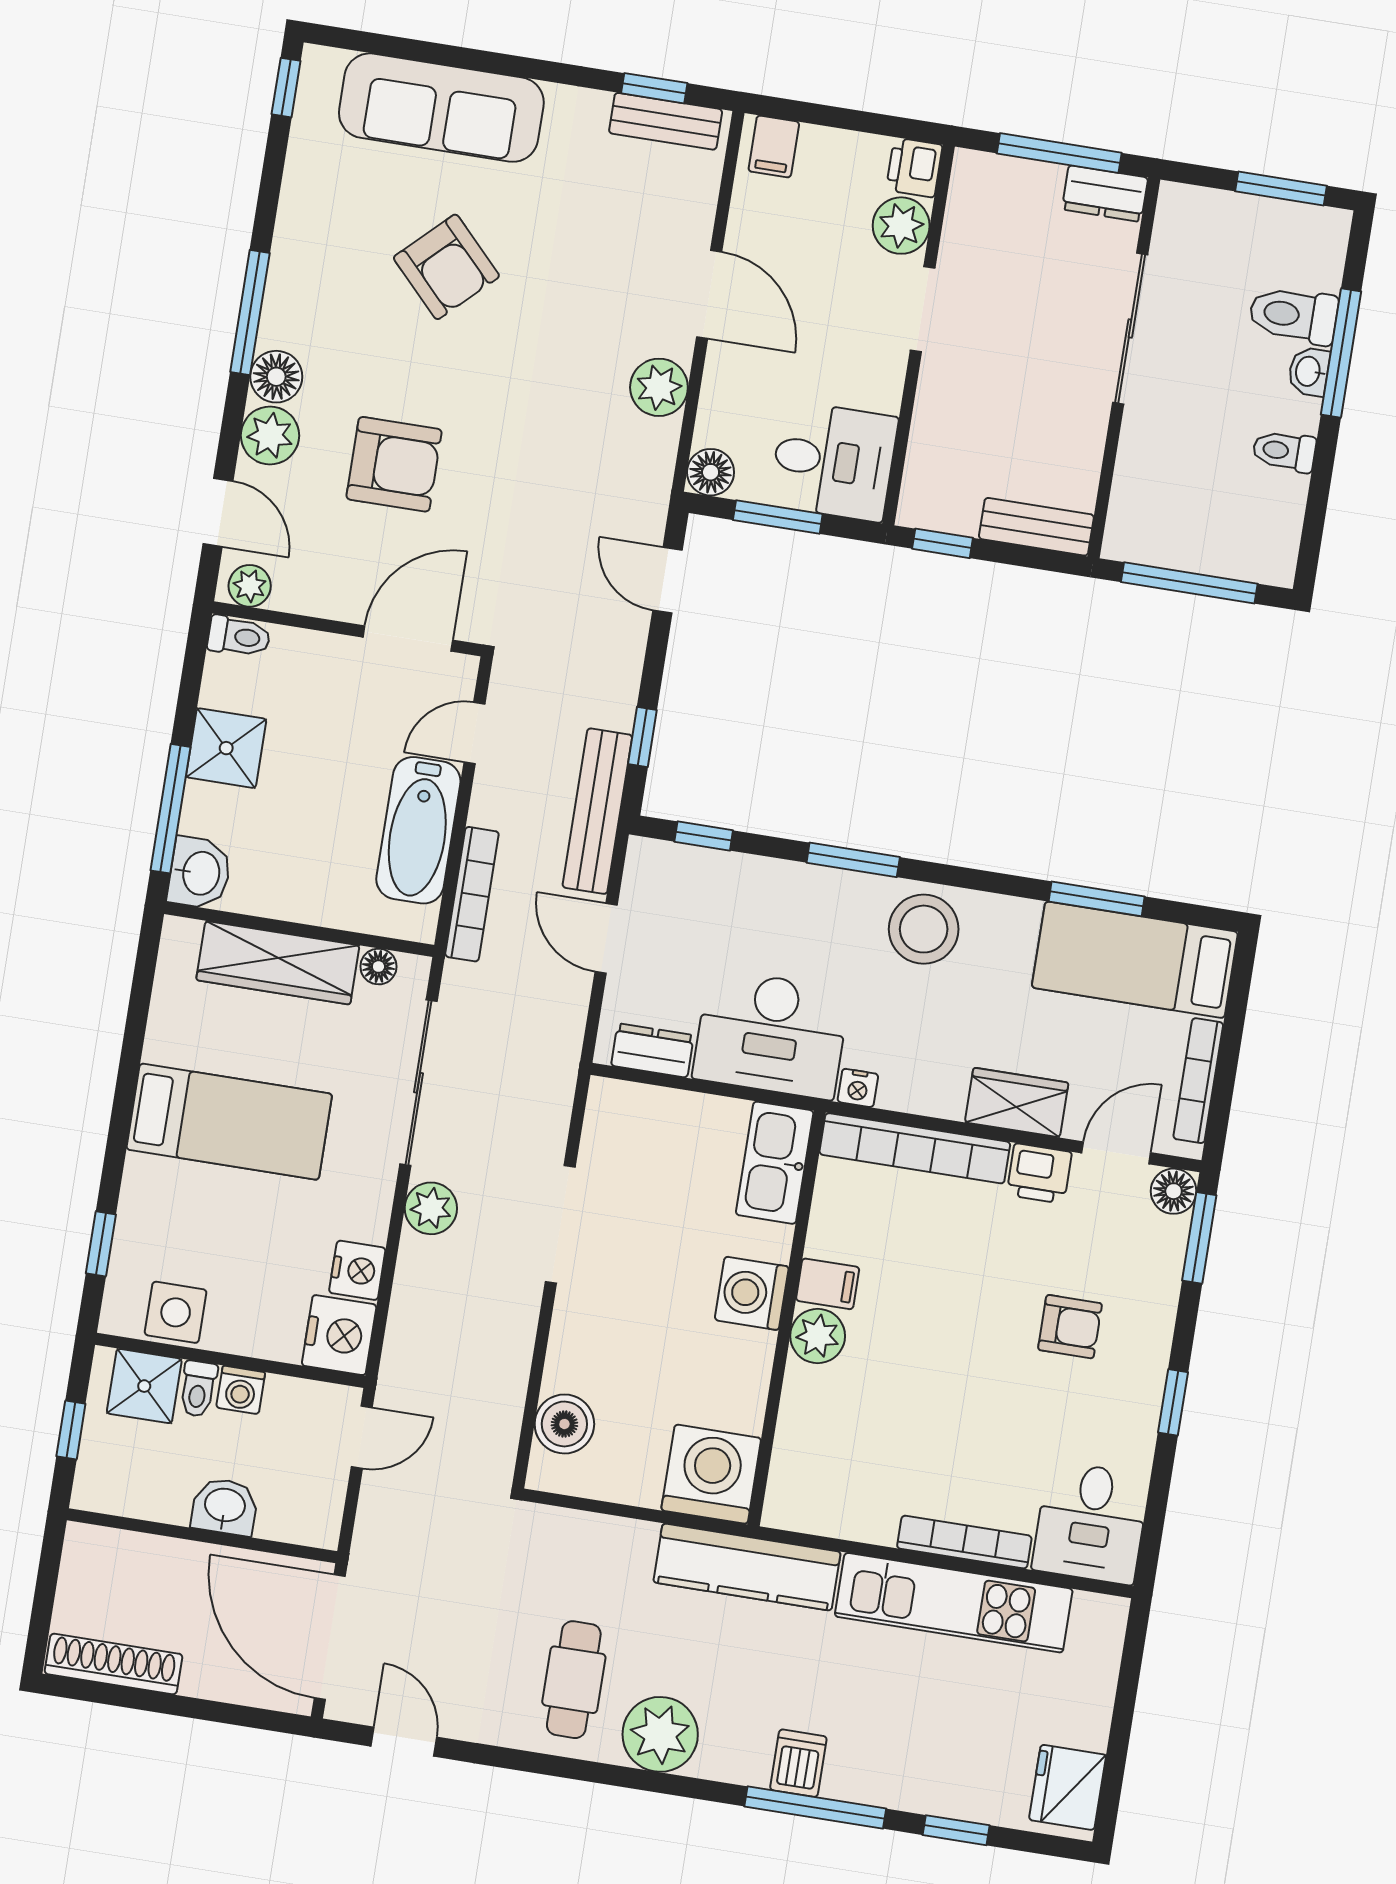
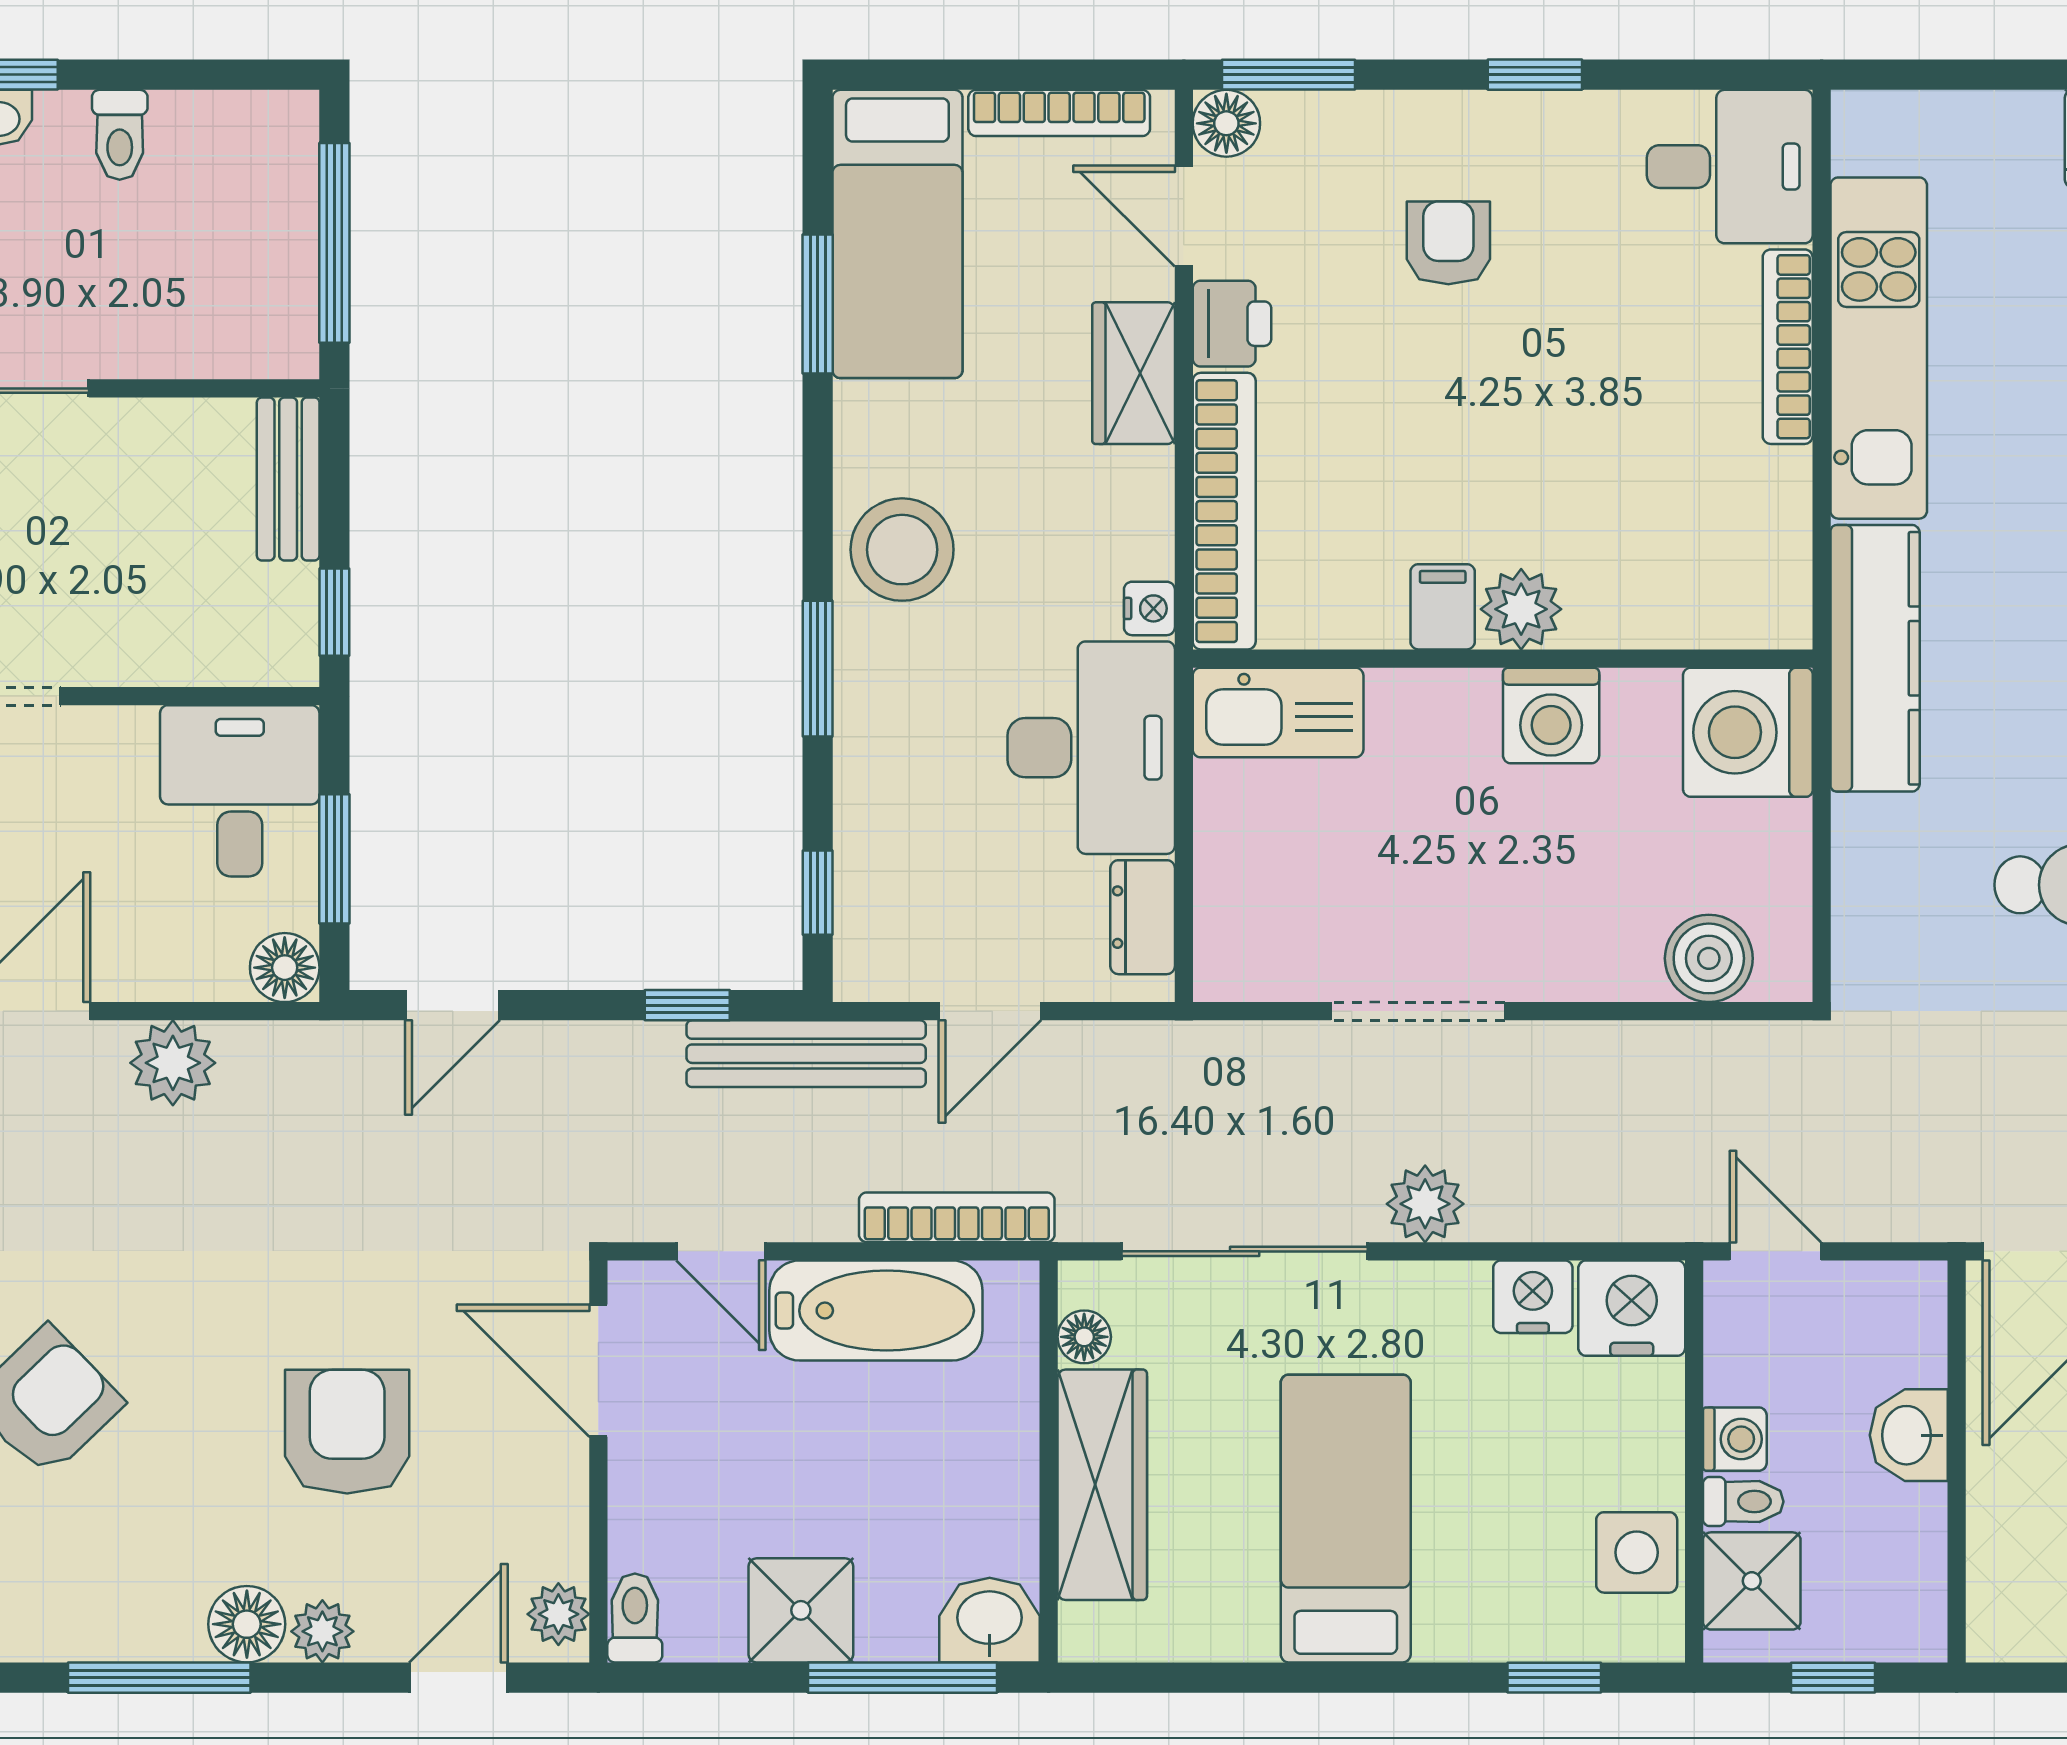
plant: (270, 435) -> (322, 1631), width x0.73, depth x0.73
washing machine: (752, 1293) -> (1551, 715), moved

